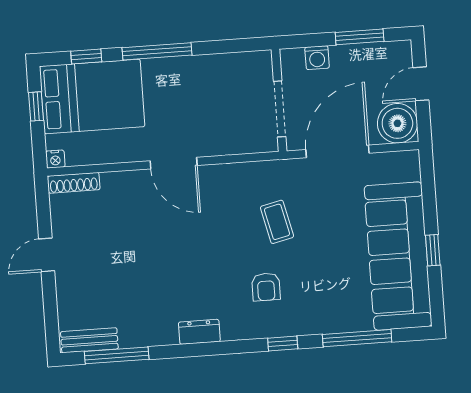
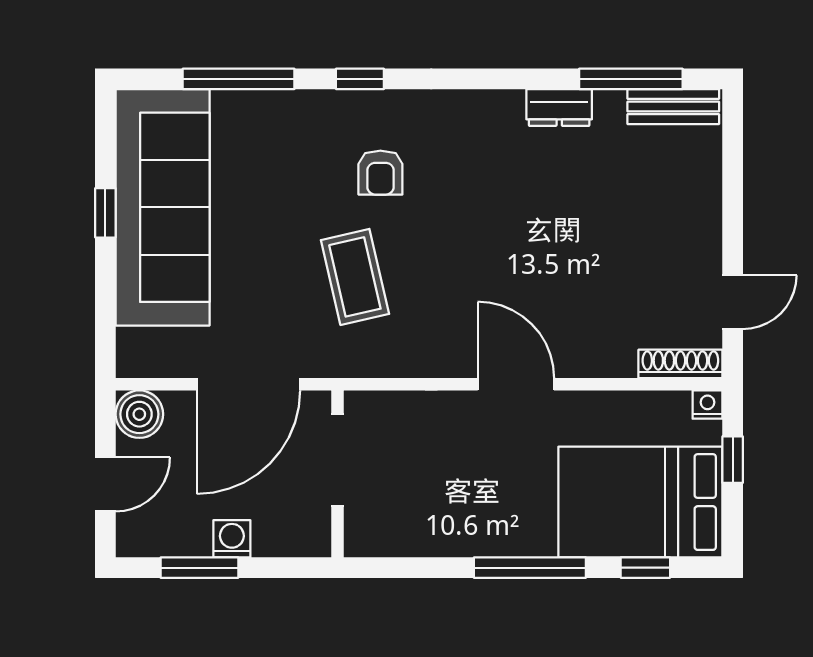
washing machine: (317, 58) -> (232, 539), moved
window: (36, 106) -> (733, 460), moved
boiler: (397, 123) -> (139, 414), width x0.73, depth x0.73
coffee table: (277, 222) -> (355, 277), width x1.36, depth x1.30
door: (47, 255) -> (733, 302), moved
armchair: (266, 287) -> (380, 173), turned 180
dresser: (199, 332) -> (559, 108), moved

